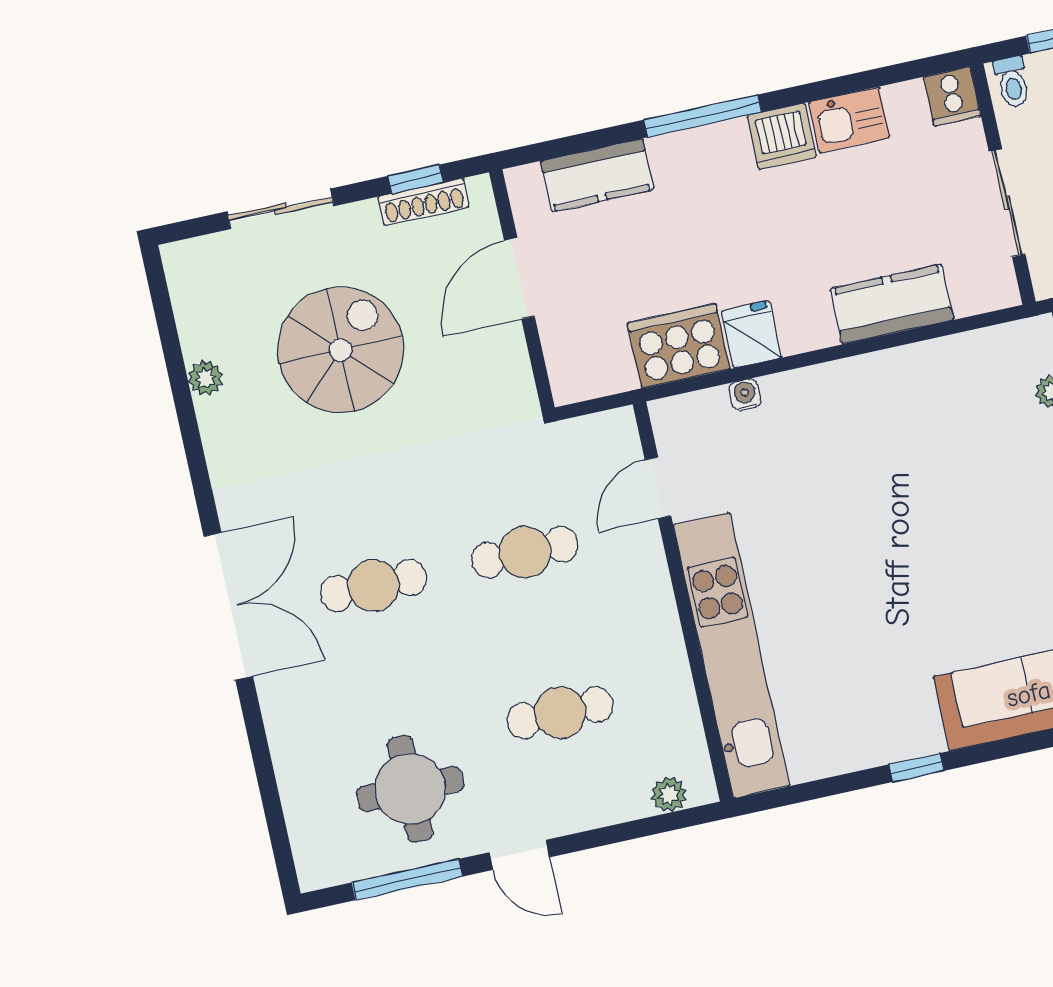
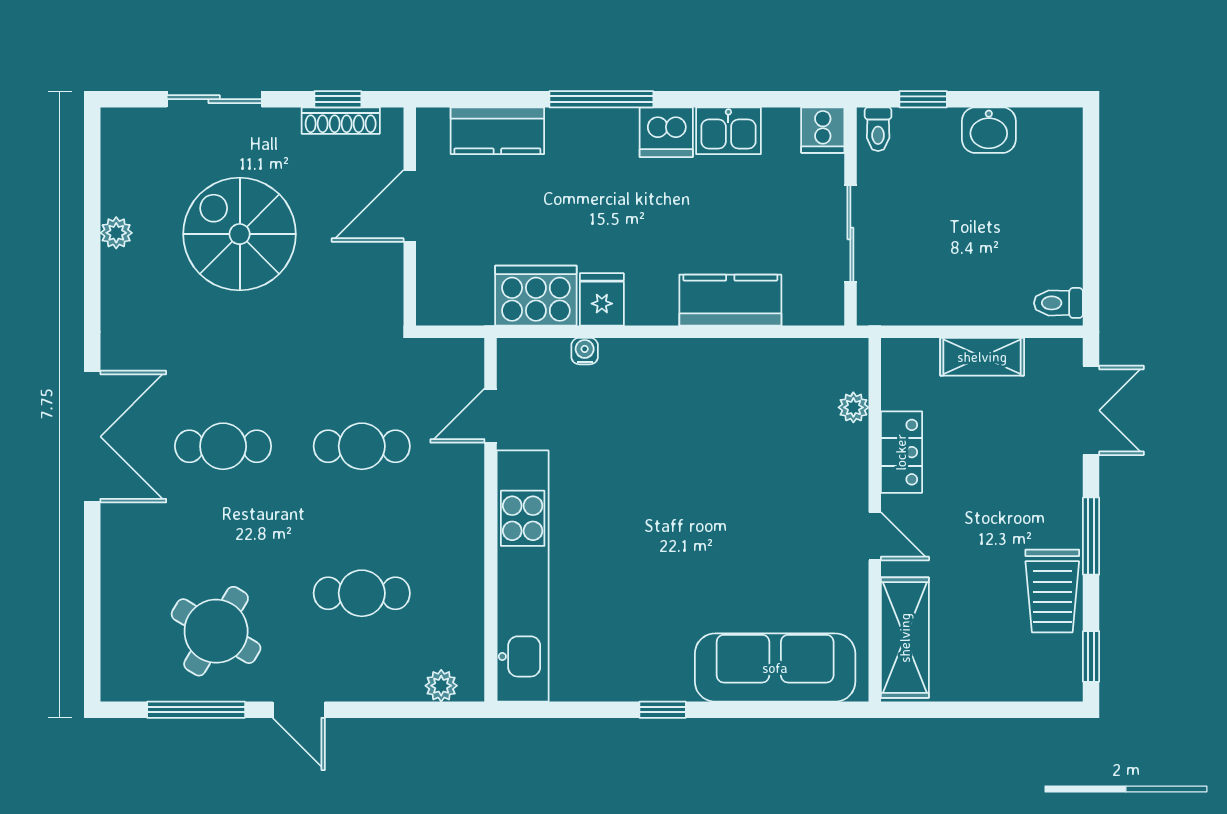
spiral stairs: (341, 350) -> (240, 234), turned -90
round table: (410, 789) -> (216, 631), turned 31

